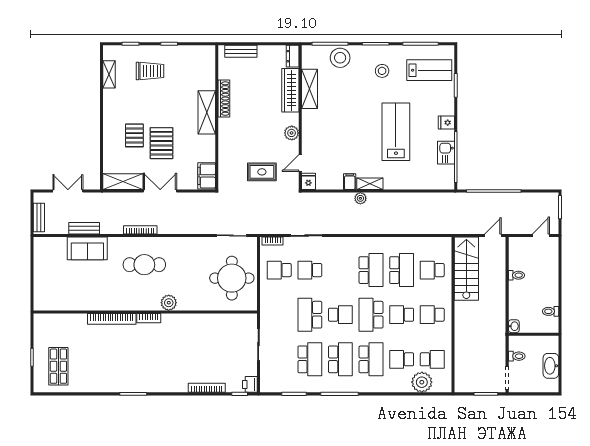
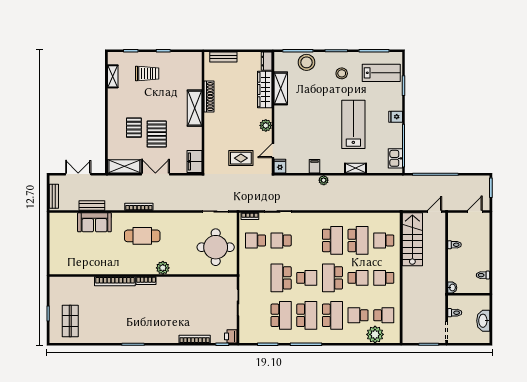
kitchen sink: (446, 153) -> (395, 158), moved
shelving: (370, 184) -> (355, 168), moved
school desk: (402, 315) -> (358, 278), turned 180

